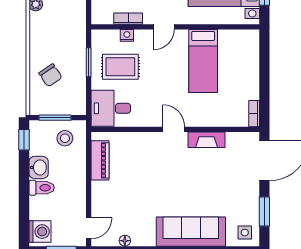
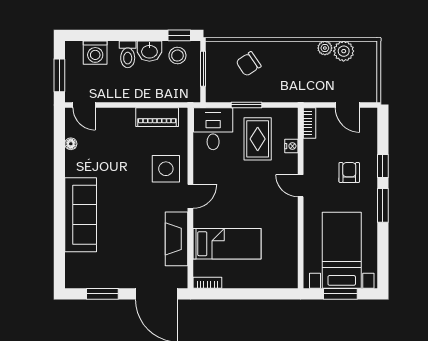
bookcase: (128, 19) -> (309, 123), moved
bed: (203, 61) -> (227, 244), moved, turned 180
window: (89, 62) -> (246, 105), moved
stool: (65, 138) -> (177, 56), moved
fireplace: (207, 140) -> (177, 239), width x1.37, depth x1.32
washing machine: (40, 232) -> (95, 53), moved
side table: (245, 233) -> (166, 169), moved, width x1.87, depth x1.87

